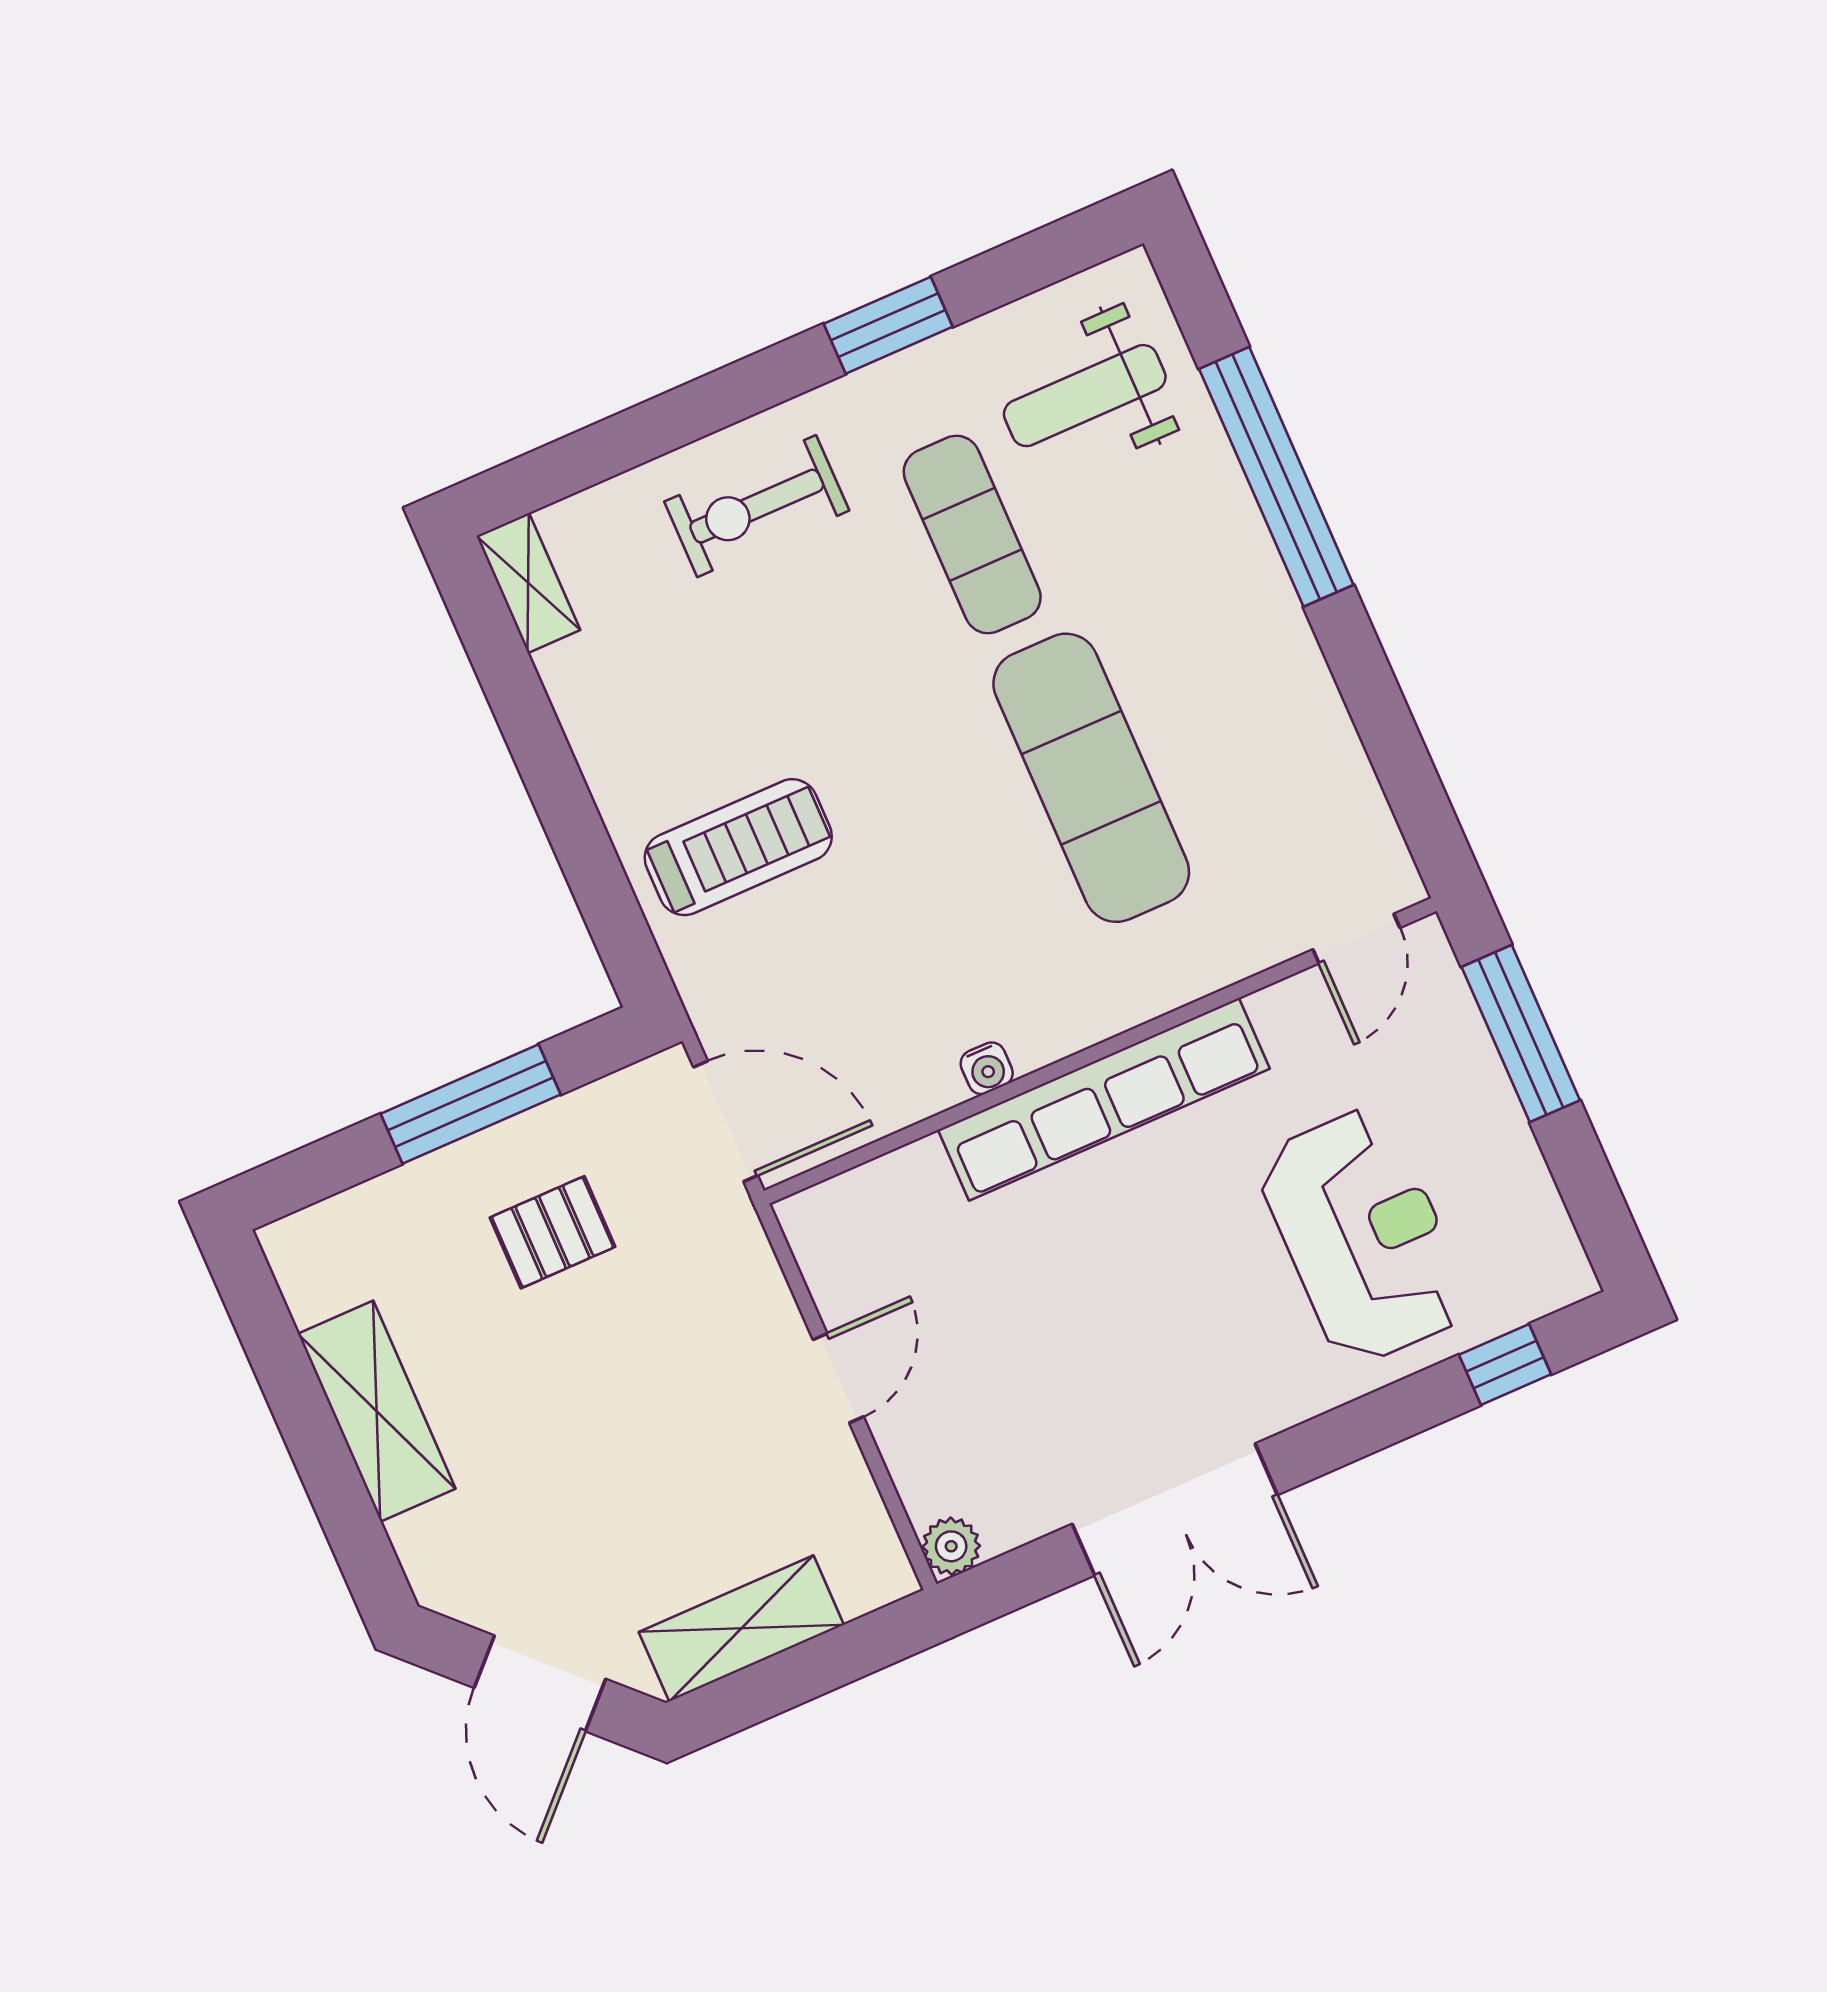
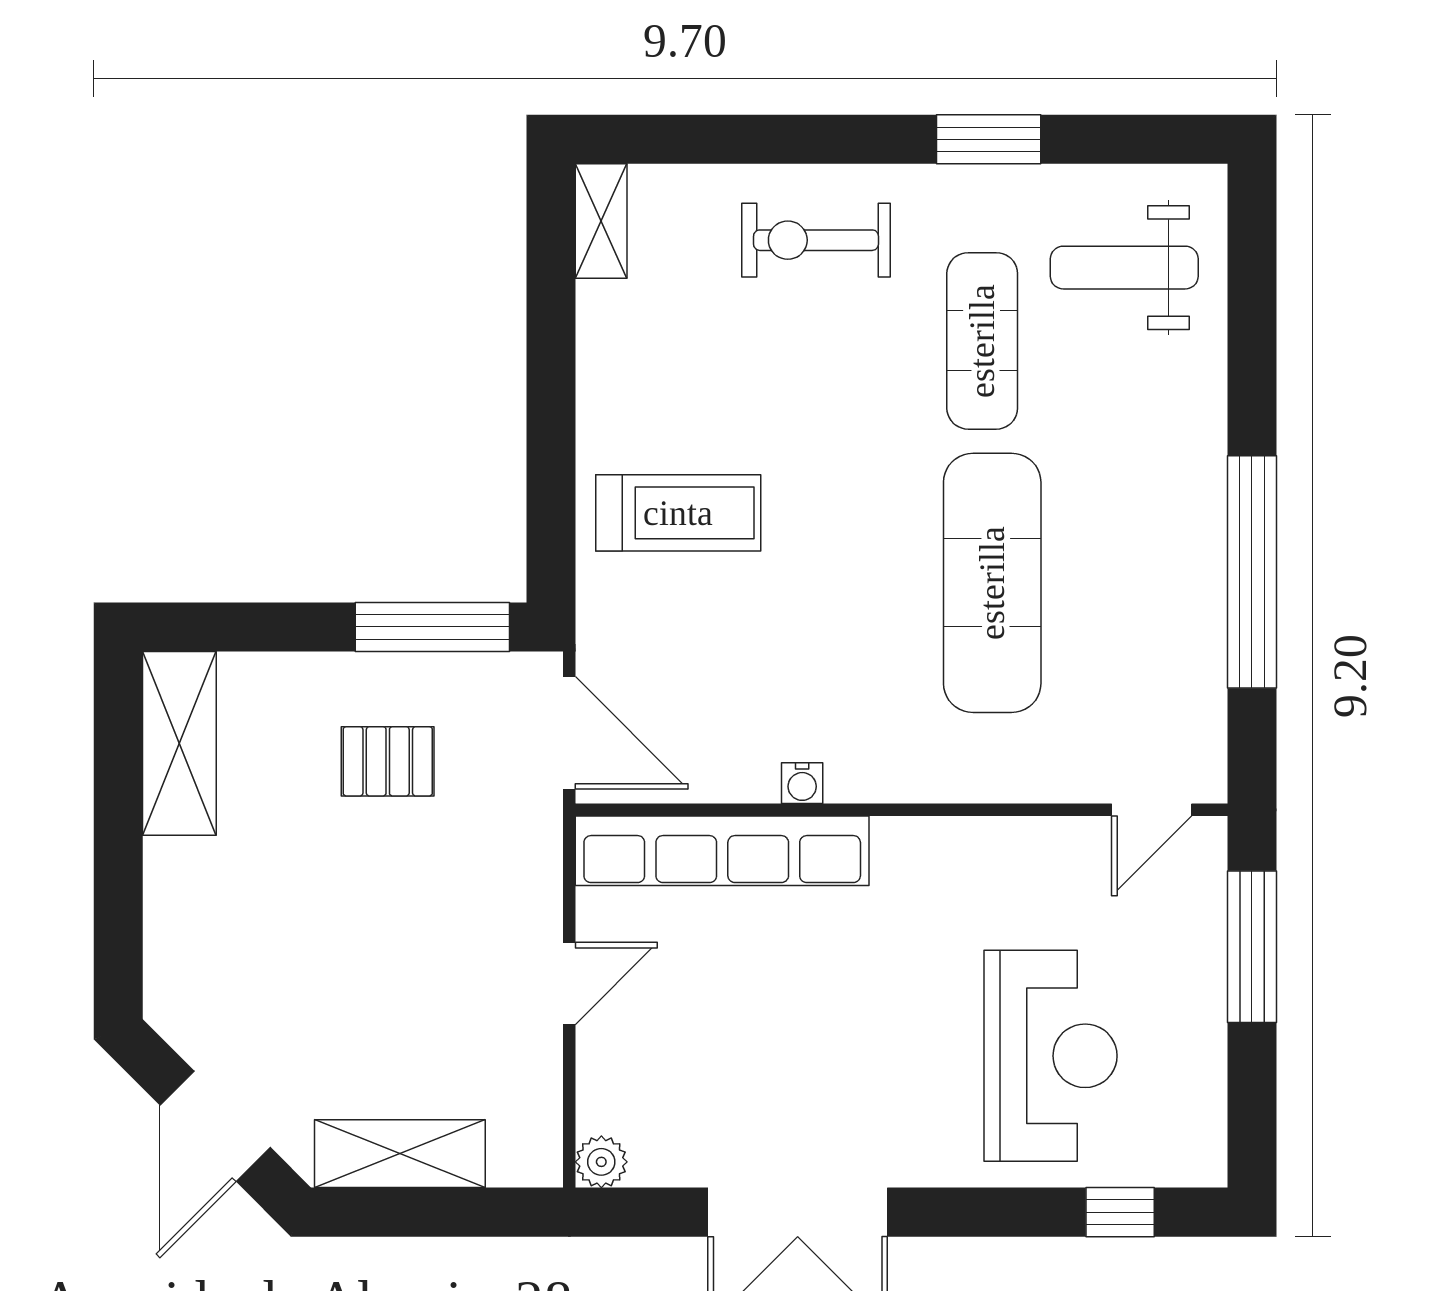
window: (1276, 477) -> (1252, 572), moved
row of seats: (1104, 1099) -> (722, 851), moved
window: (471, 1104) -> (432, 627), moved
shelving: (377, 1411) -> (179, 743), moved

